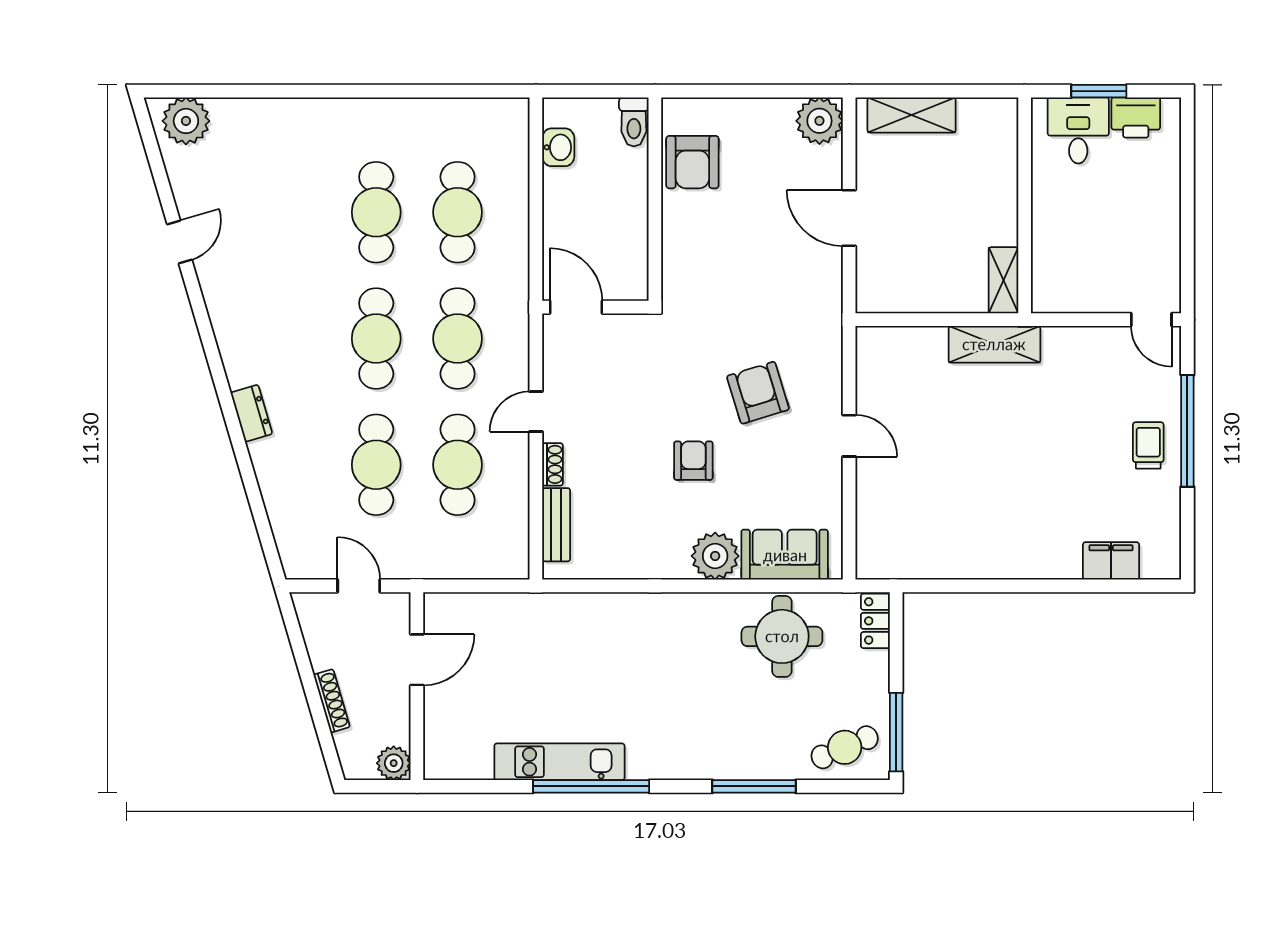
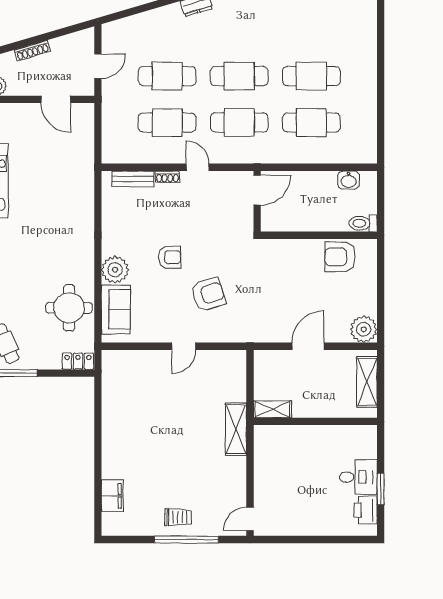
wall: (1025, 205) -> (315, 421), moved
shelving: (1003, 280) -> (272, 409), moved

